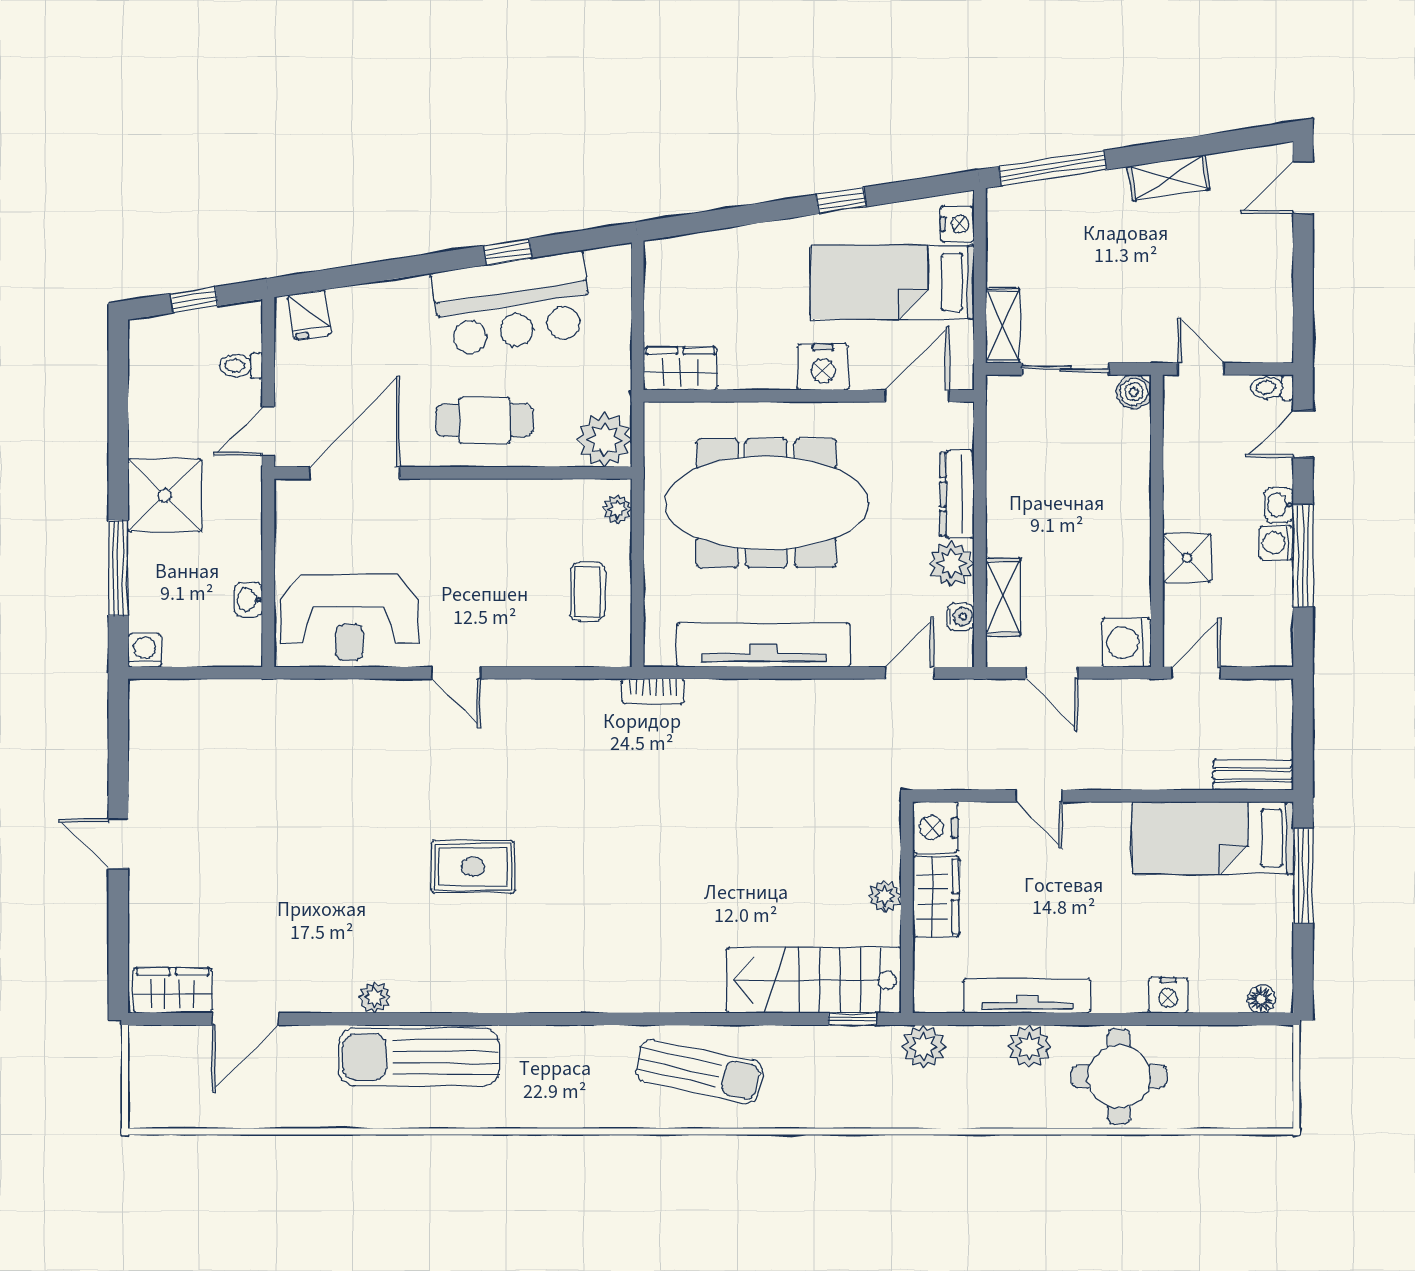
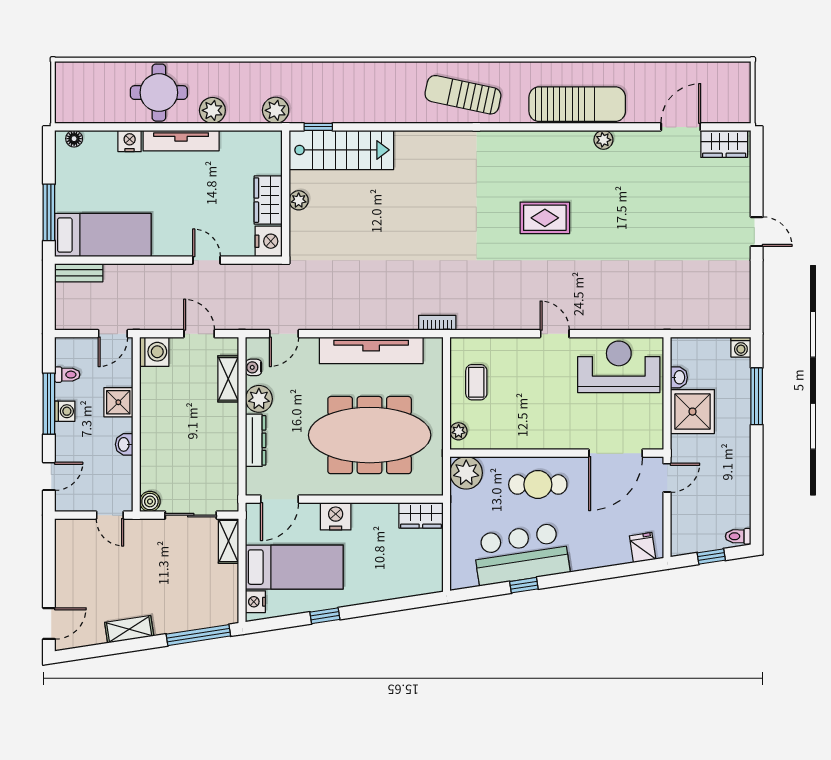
toilet: (241, 366) -> (738, 536), moved, turned 180
toilet: (1272, 388) -> (67, 375), moved
shower: (165, 495) -> (692, 412), moved
washbasin: (1279, 505) -> (124, 444), moved, turned 180
tv unit: (1027, 996) -> (181, 141), moved
sun lounger: (699, 1071) -> (463, 95), moved

